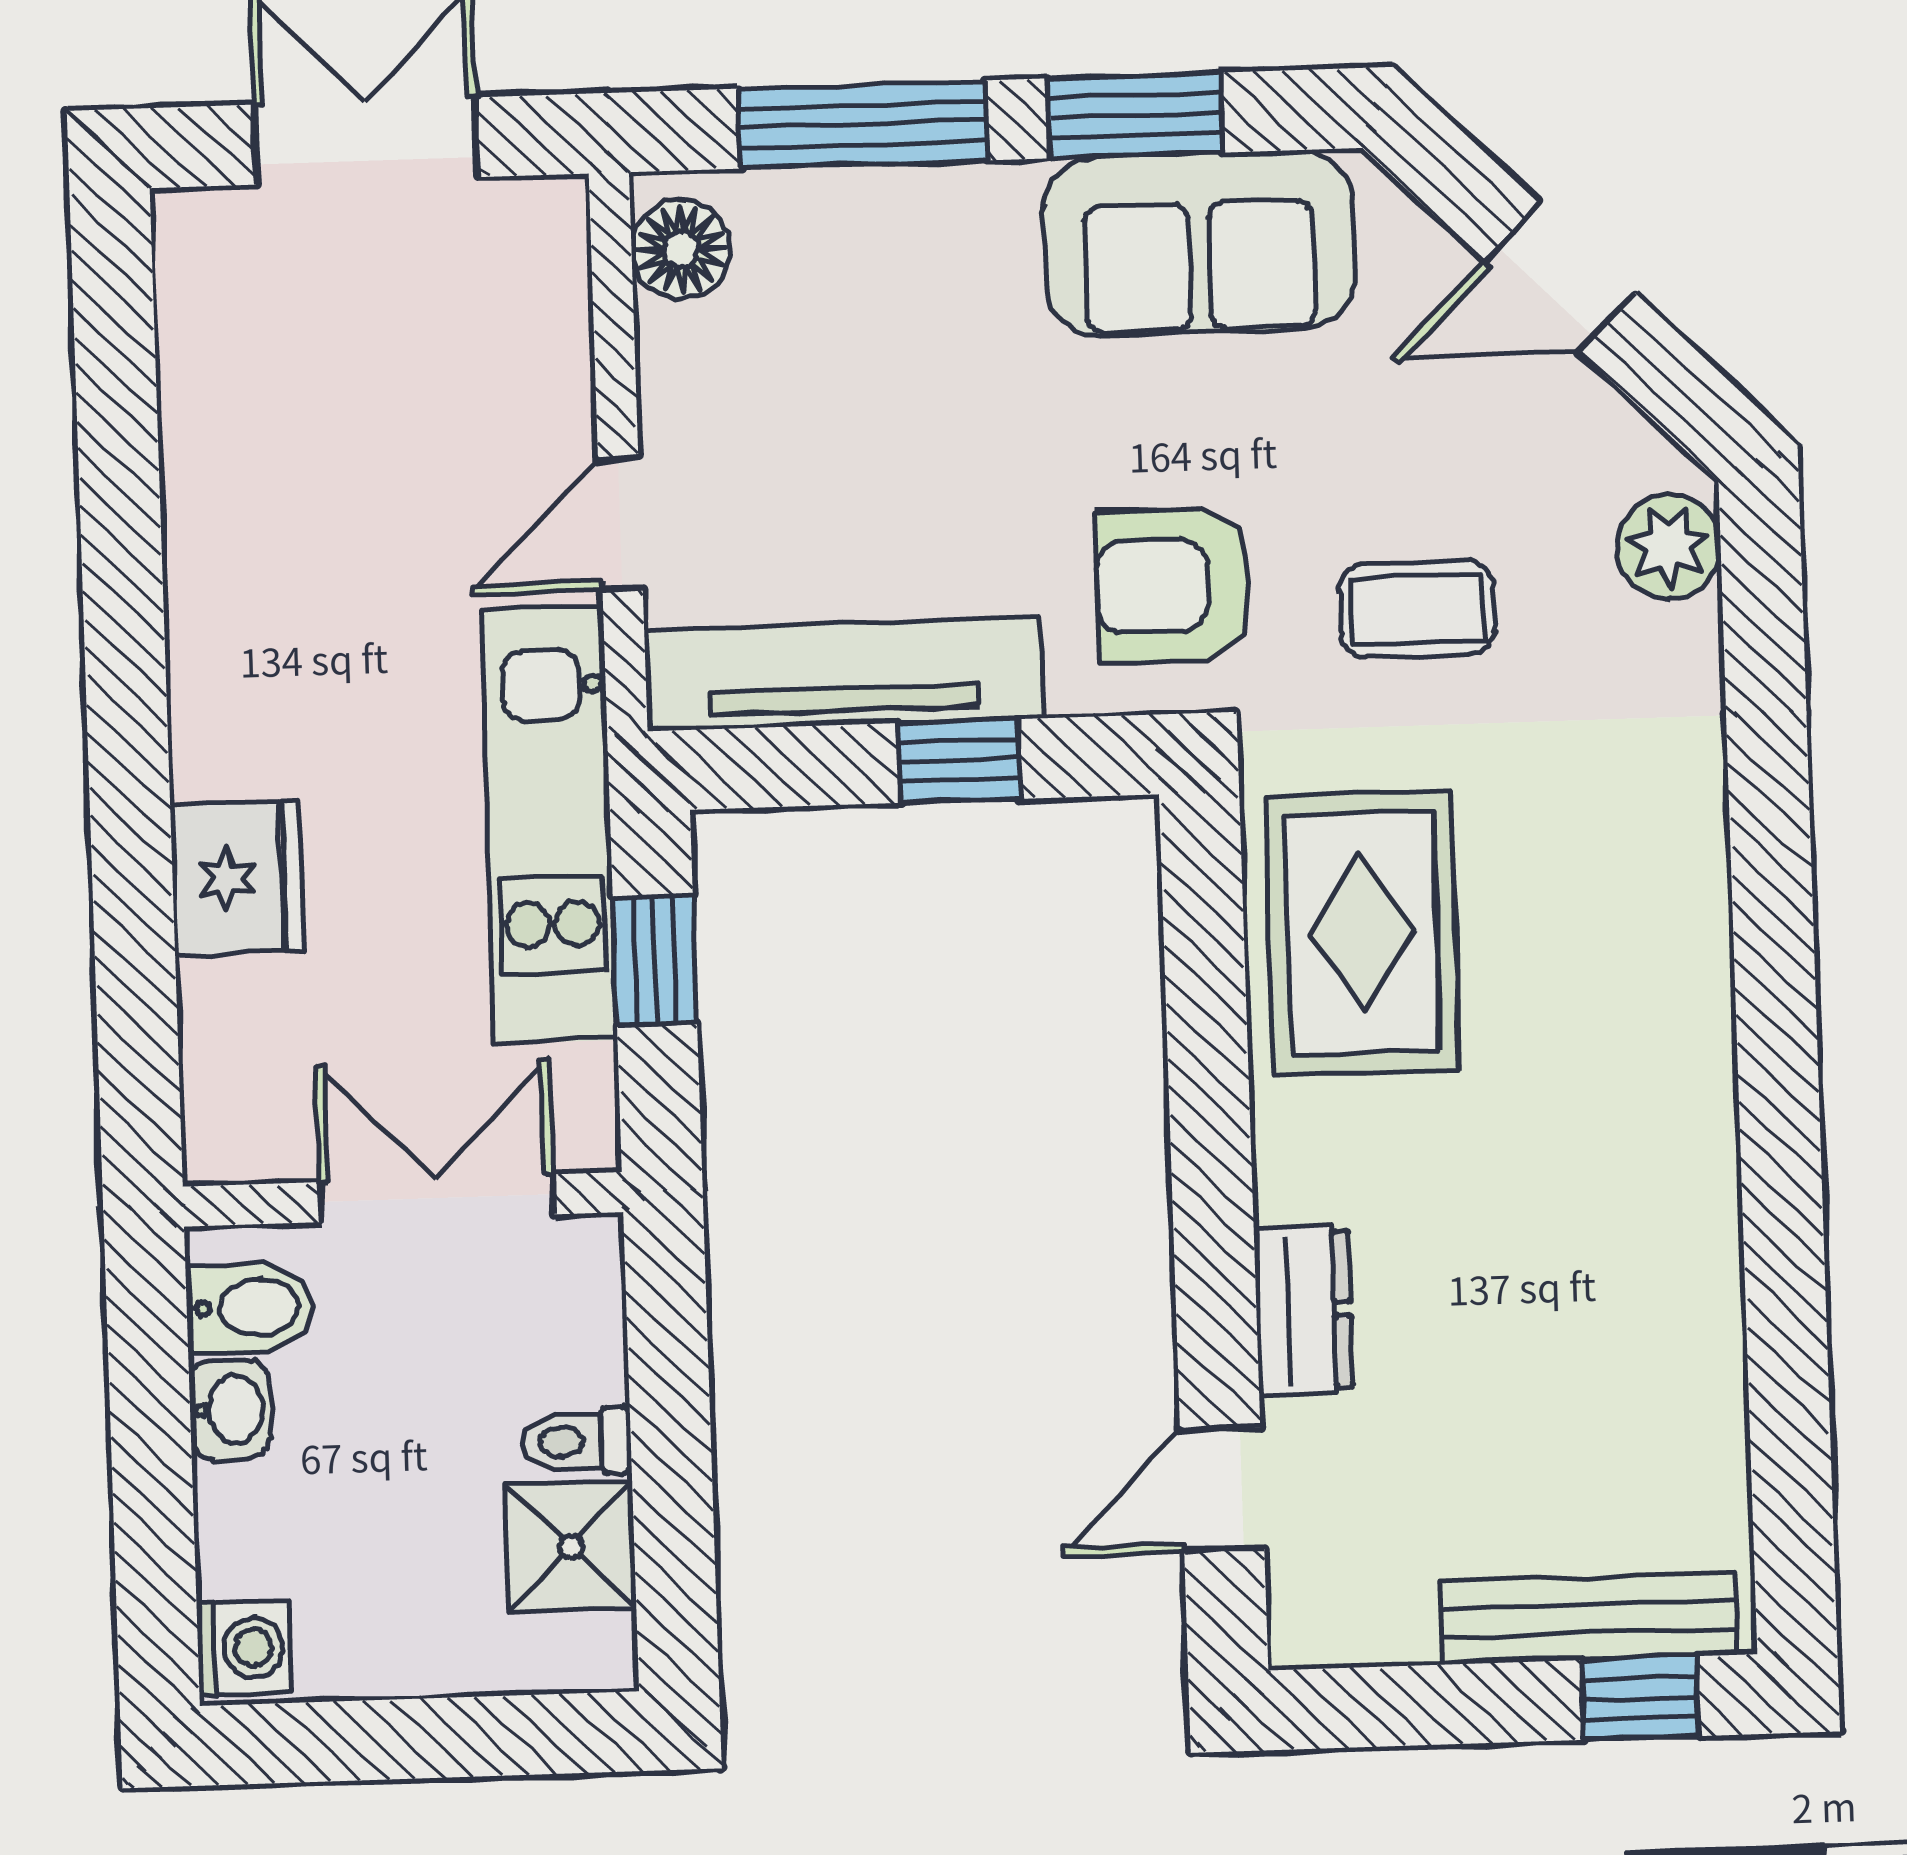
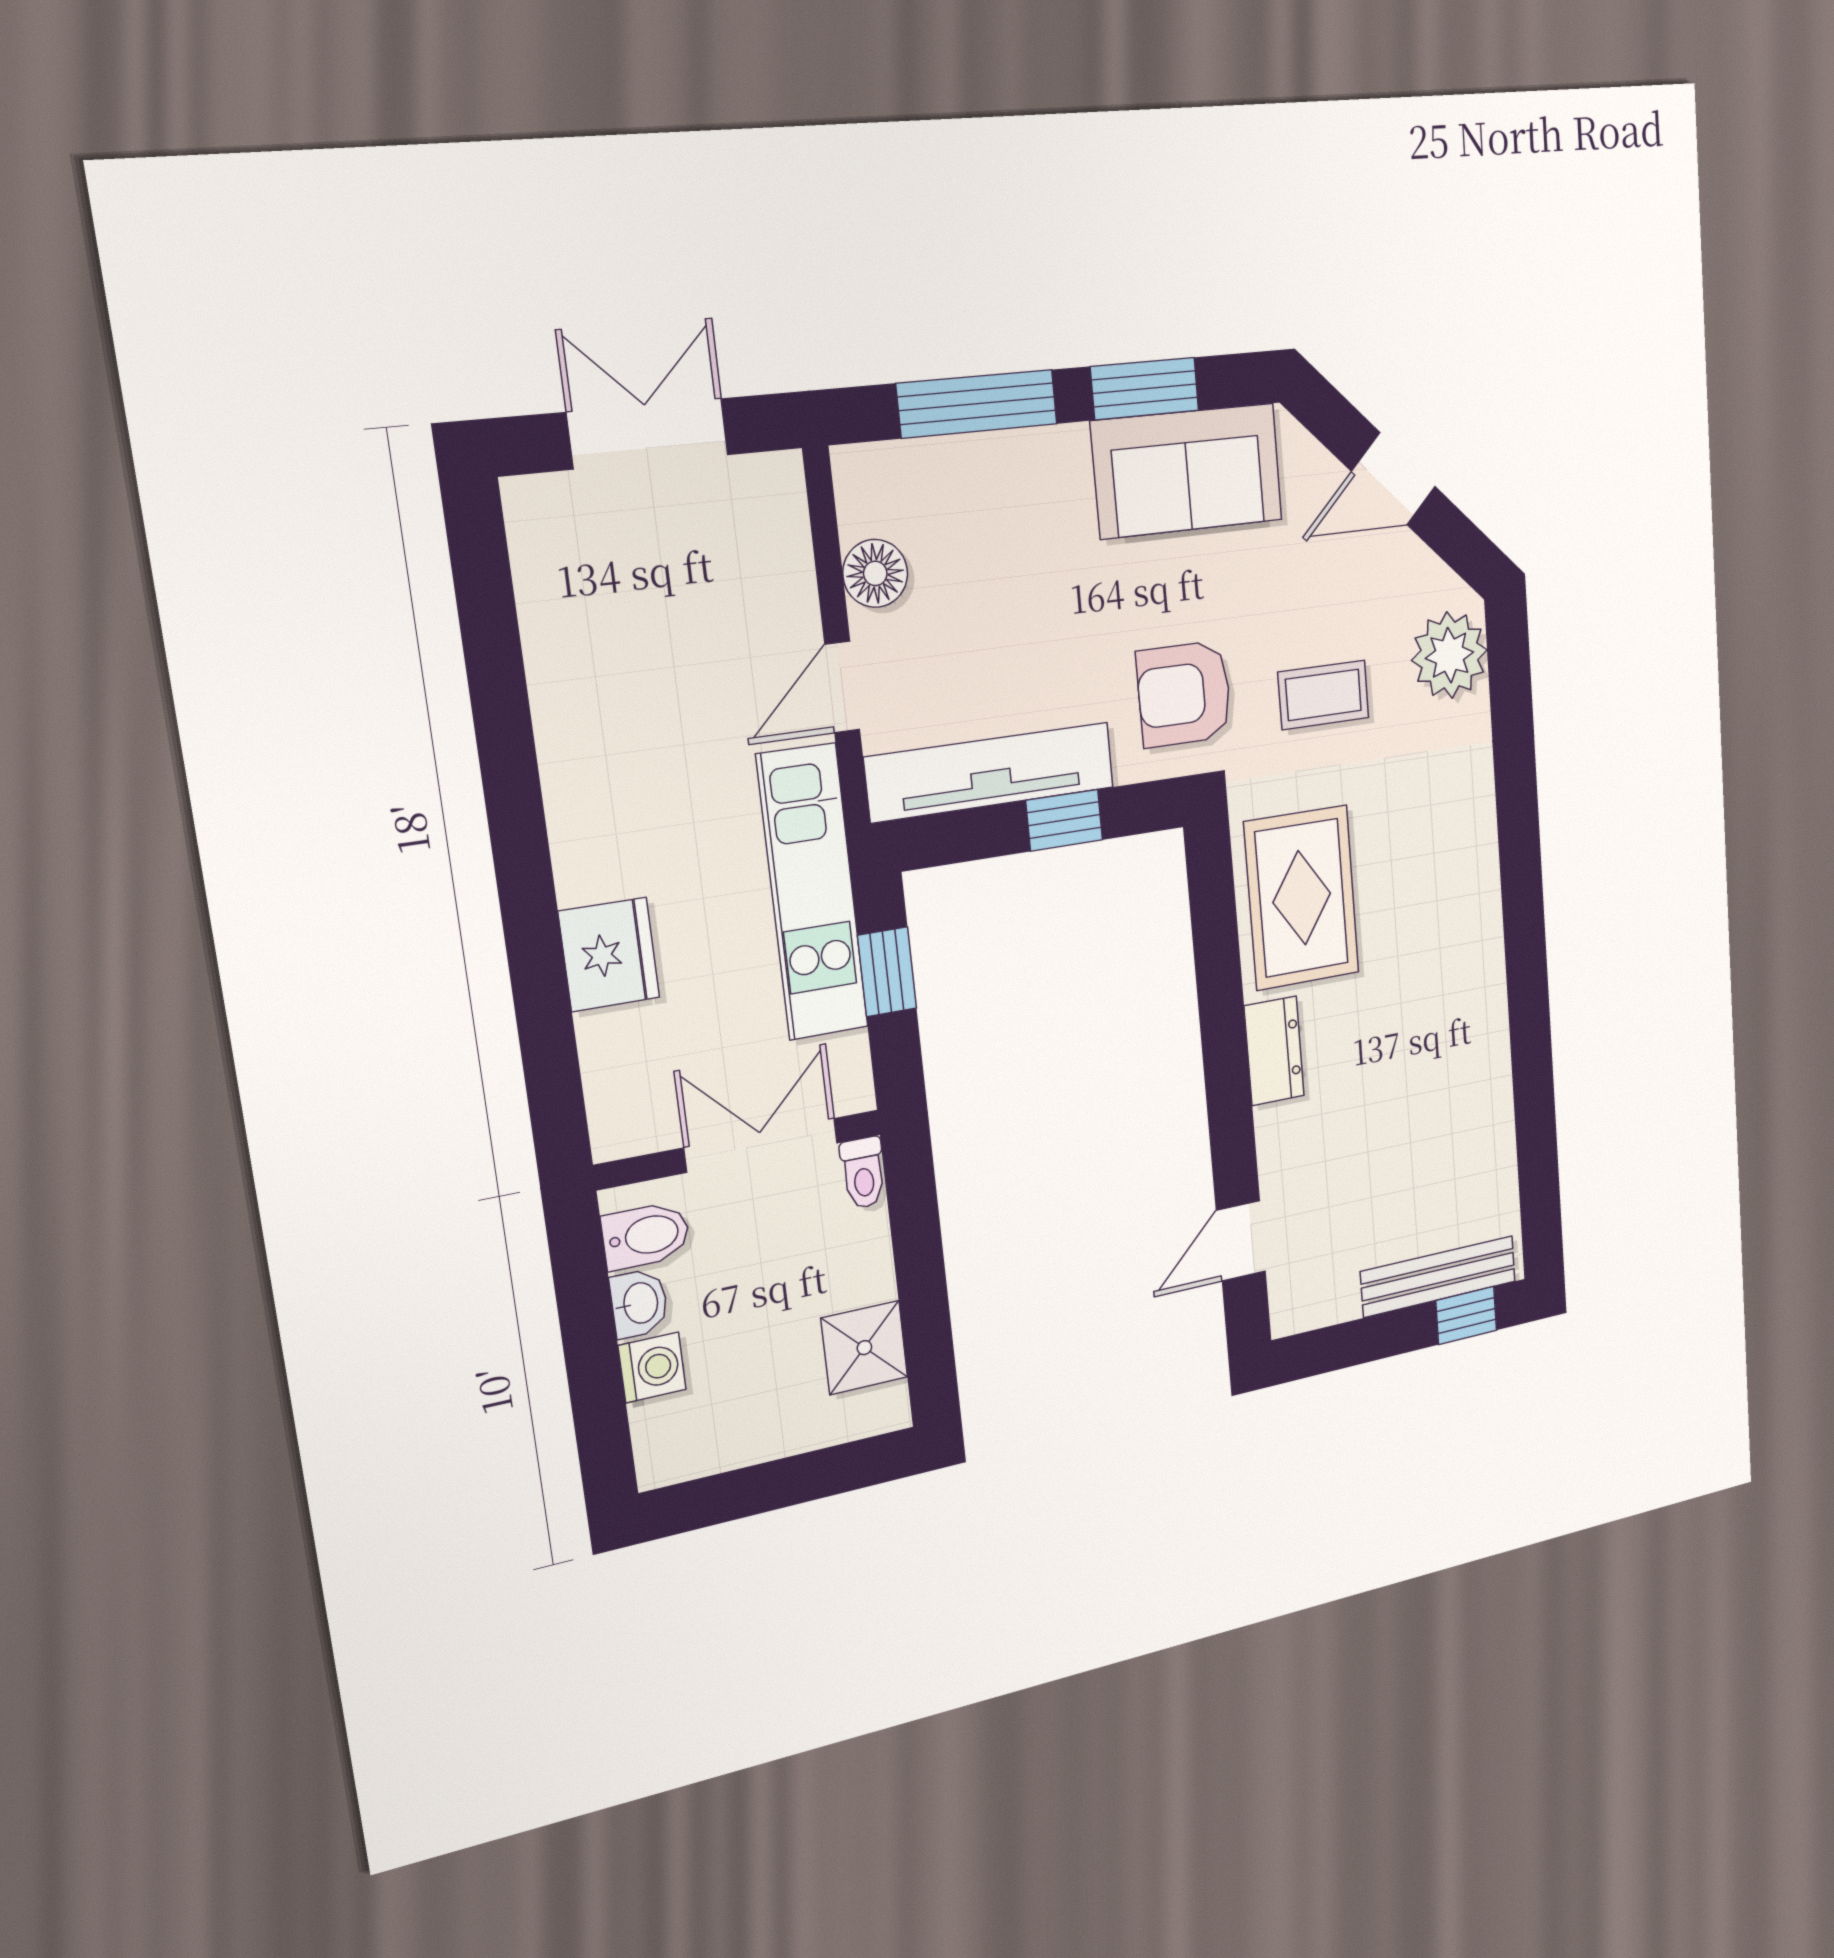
floor lamp: (681, 250) -> (875, 573), moved
plant: (1669, 547) -> (1449, 655), width x1.36, depth x1.36
dresser: (1304, 1310) -> (1274, 1051), moved
toilet: (576, 1441) -> (863, 1173), moved, turned -90
washing machine: (244, 1648) -> (652, 1368), moved

